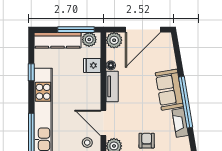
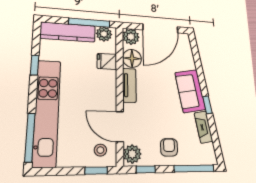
floor lamp: (111, 65) -> (132, 58), width x1.89, depth x1.89
window: (186, 102) -> (207, 105), width x0.32

